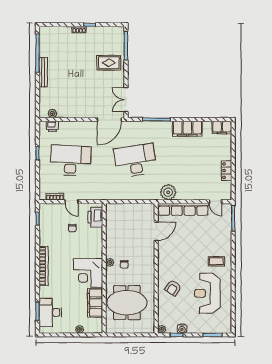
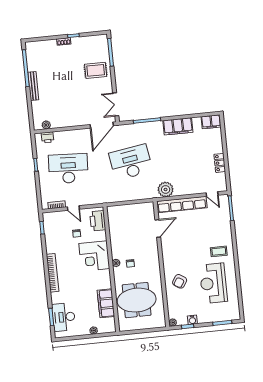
corner desk: (88, 273) -> (94, 256), moved

